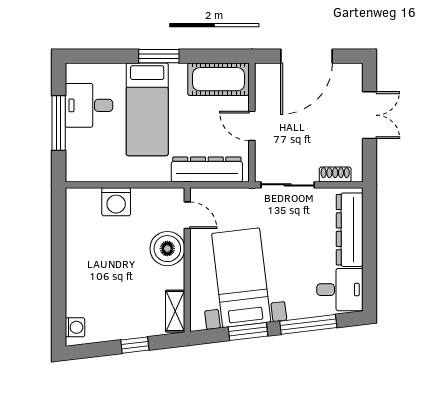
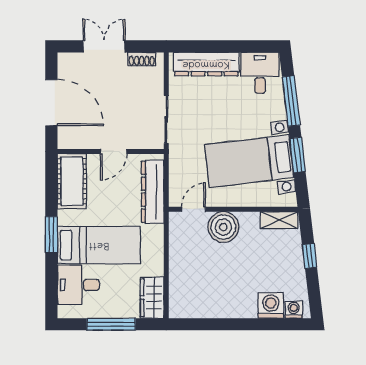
desk: (89, 105) -> (78, 285), moved, turned 90
wardrobe: (88, 169) -> (152, 298), added
shoe rack: (335, 175) -> (142, 59), moved, turned -90
washing machine: (116, 202) -> (271, 306), moved, turned -90

